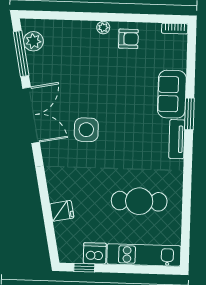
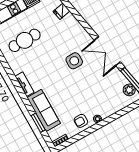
sofa: (172, 94) -> (44, 110), width x1.36
window: (189, 114) -> (38, 123), moved

